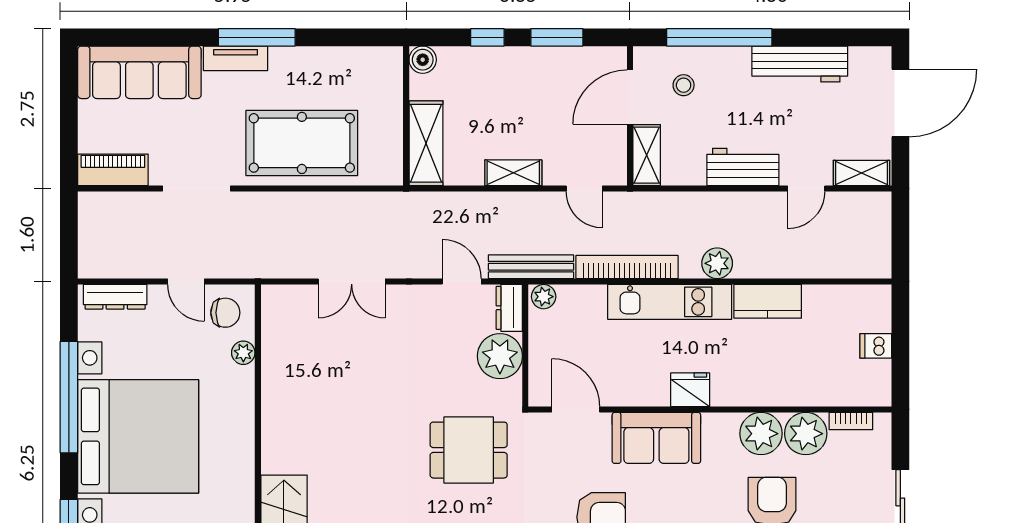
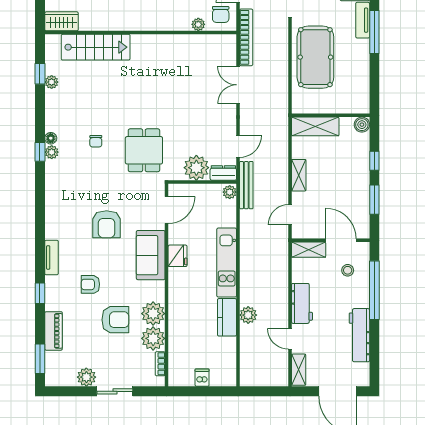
plant: (717, 263) -> (248, 315), moved
bookcase: (627, 267) -> (246, 37), moved
fridge: (690, 390) -> (178, 256), moved

